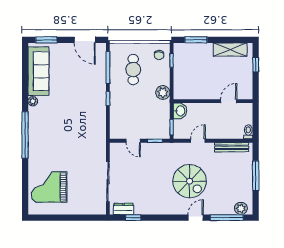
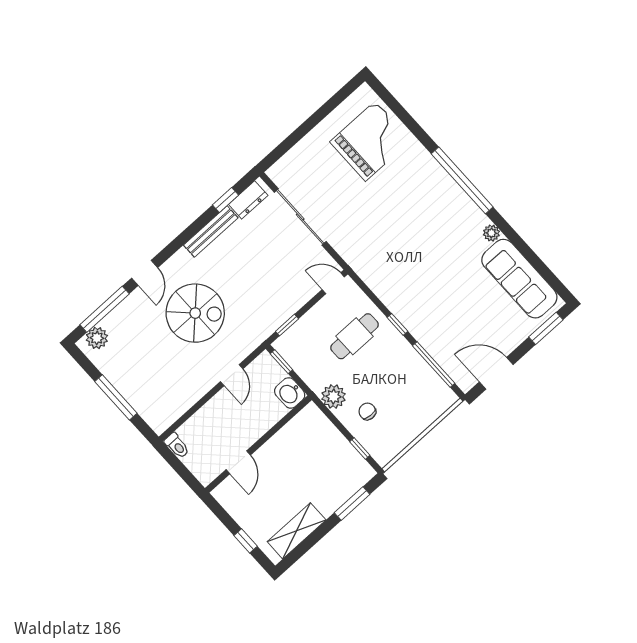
chair: (159, 55) -> (367, 411), moved
cafe table: (133, 70) -> (355, 336), moved, turned 90
door: (133, 141) -> (333, 283), moved
bench: (232, 147) -> (211, 231), moved
spiral stairs: (190, 181) -> (195, 313), turned 180

